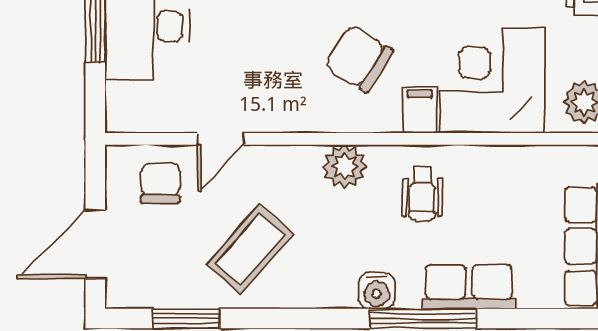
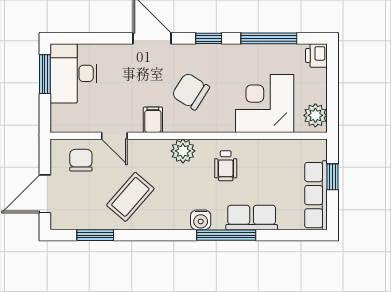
filing cabinet: (420, 110) -> (153, 120), moved
door: (221, 139) -> (114, 136), hinge flipped

